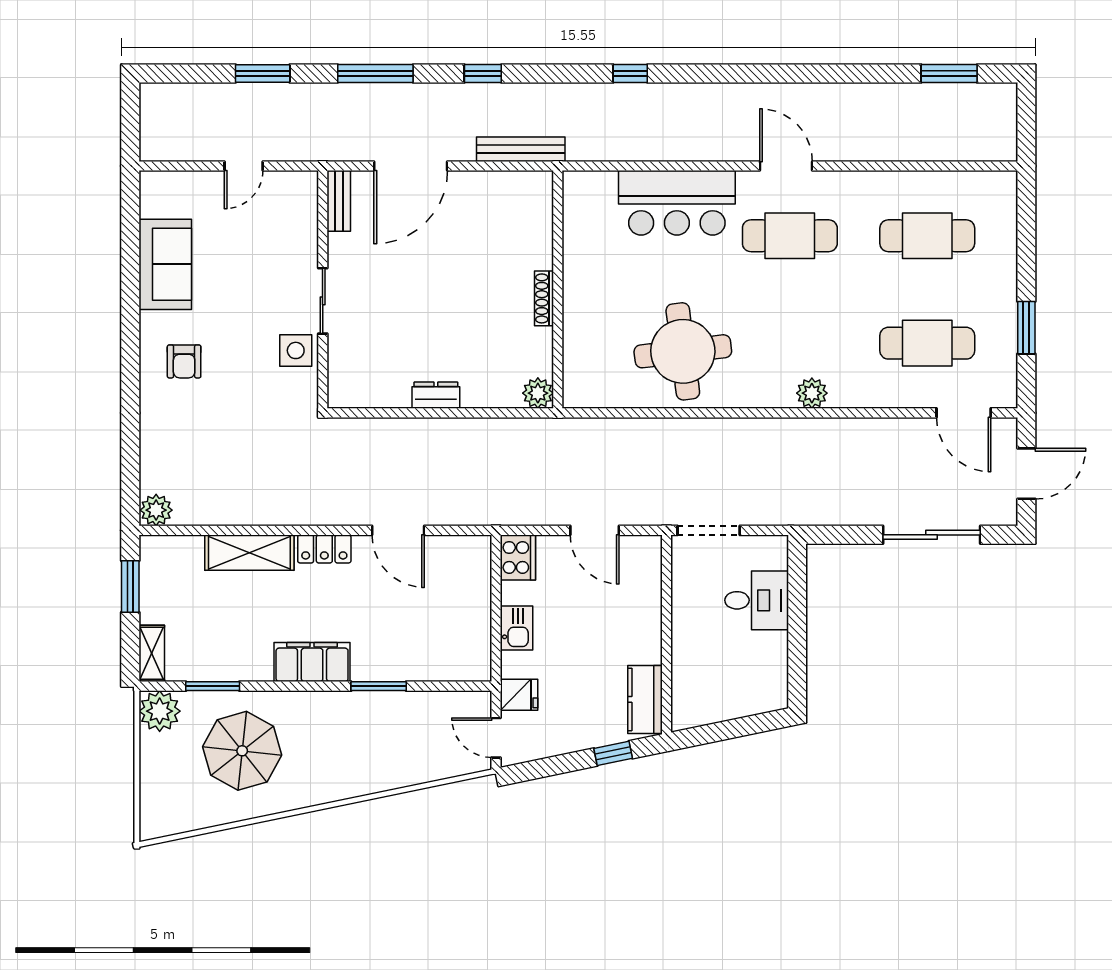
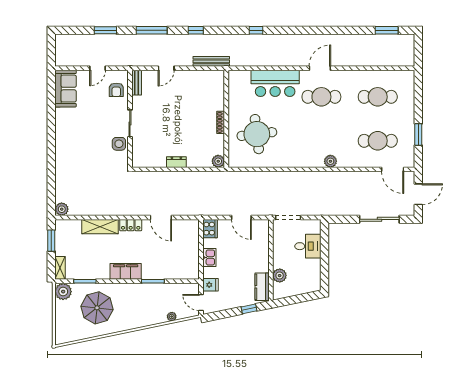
door: (411, 166) -> (166, 68), width x0.53
door: (786, 166) -> (320, 68), hinge flipped
sofa: (165, 264) -> (65, 89), moved
round table: (683, 351) -> (257, 134), moved
armchair: (184, 361) -> (116, 90), moved
plant: (688, 672) -> (280, 276), added
plant: (424, 772) -> (172, 317), added

